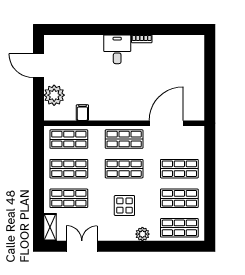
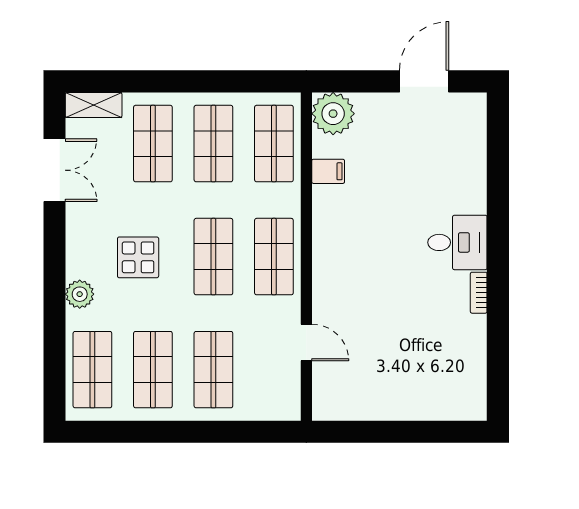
plant: (54, 95) -> (333, 114), moved
door: (166, 123) -> (306, 343), width x0.53

